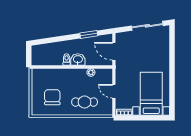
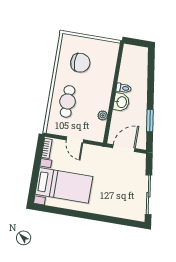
door: (114, 91) -> (75, 140), swing flipped

